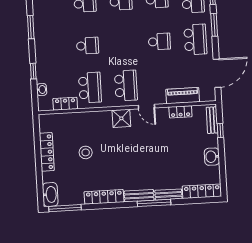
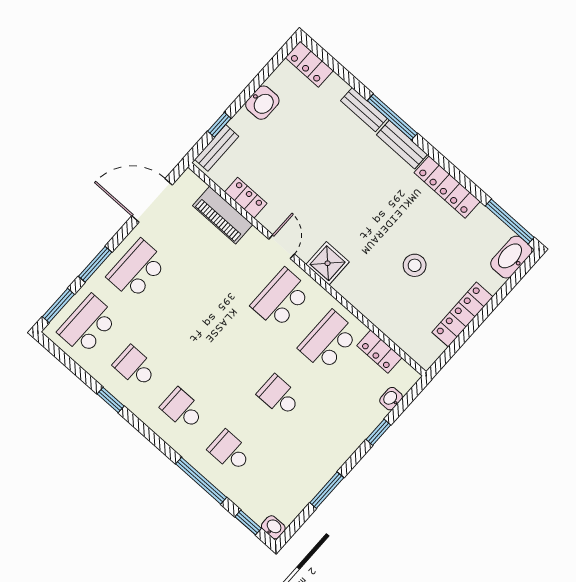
school desk: (159, 42) -> (184, 312), removed
locker: (202, 191) -> (309, 64), width x0.66

